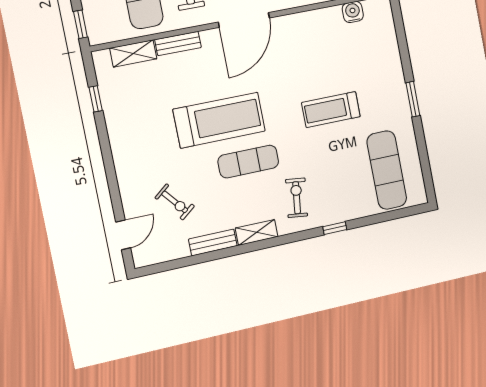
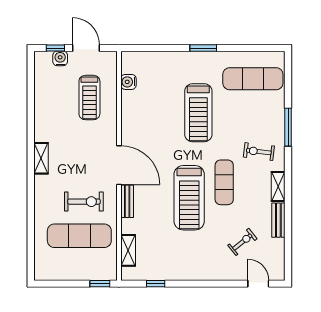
bench: (178, 44) -> (127, 201), moved
treadmill: (331, 110) -> (198, 113), width x1.37, depth x1.38
treadmill: (219, 120) -> (189, 198), turned 180
window: (335, 228) -> (288, 127), width x2.17

